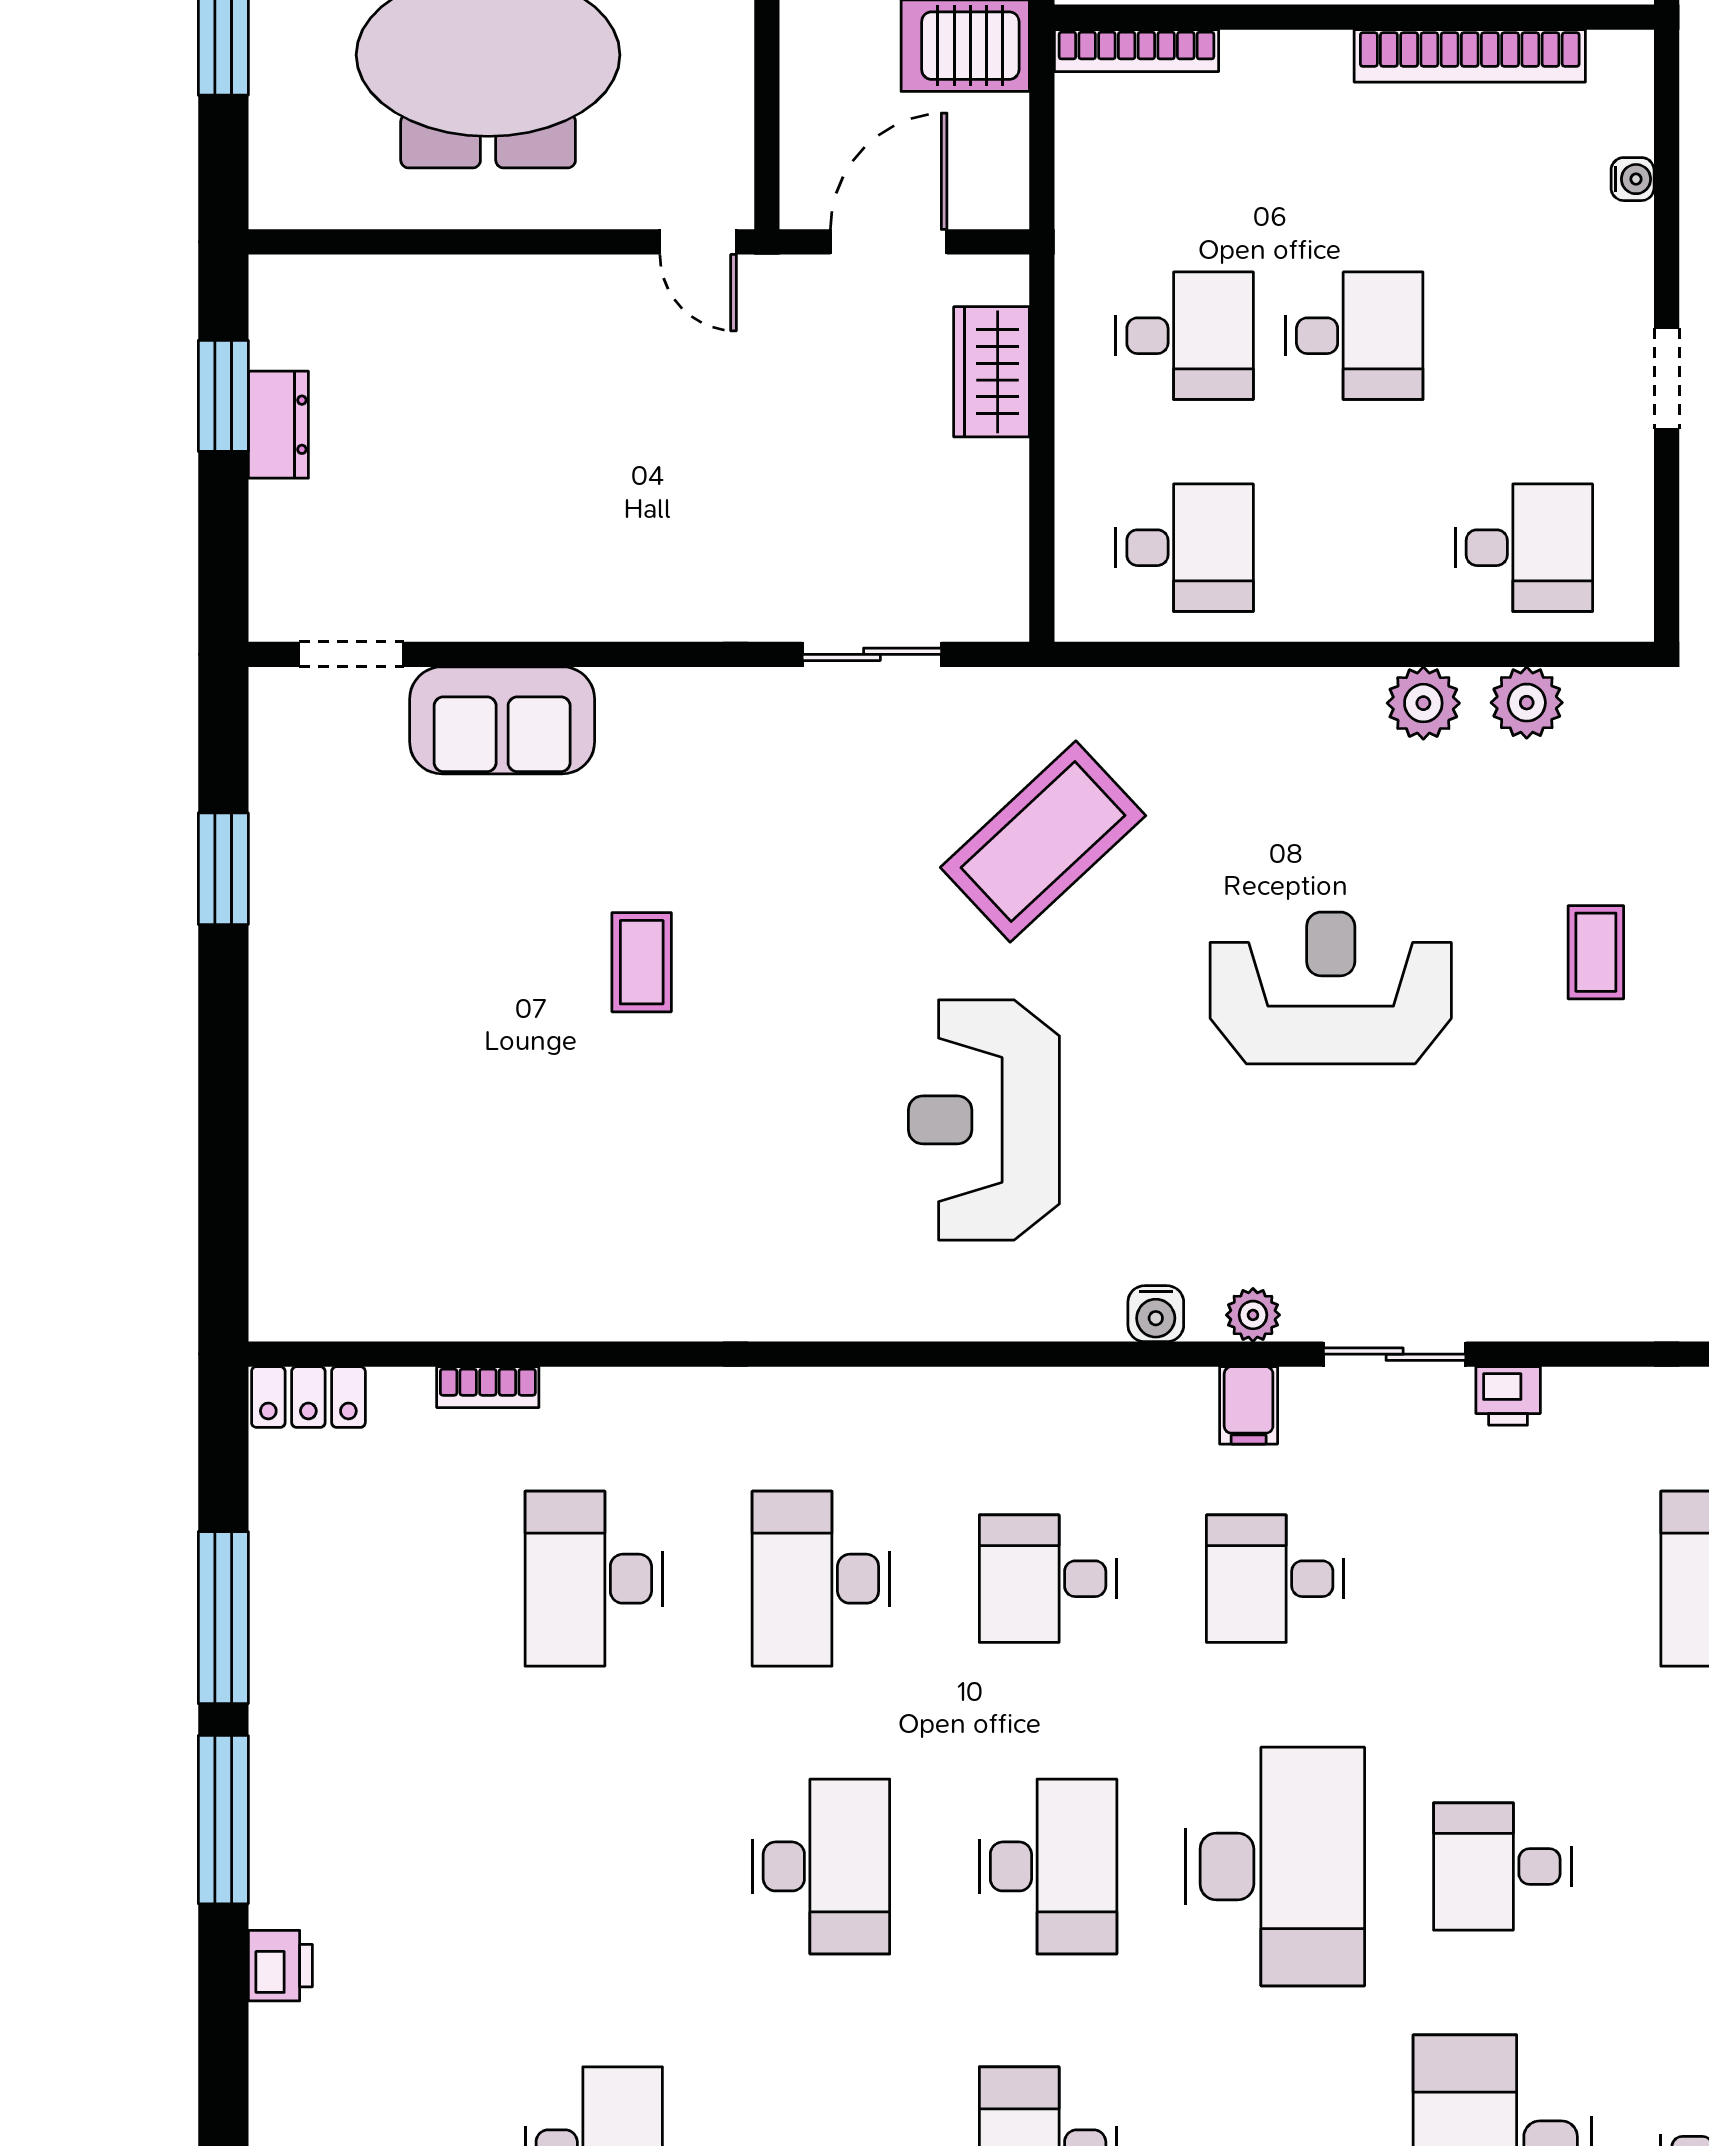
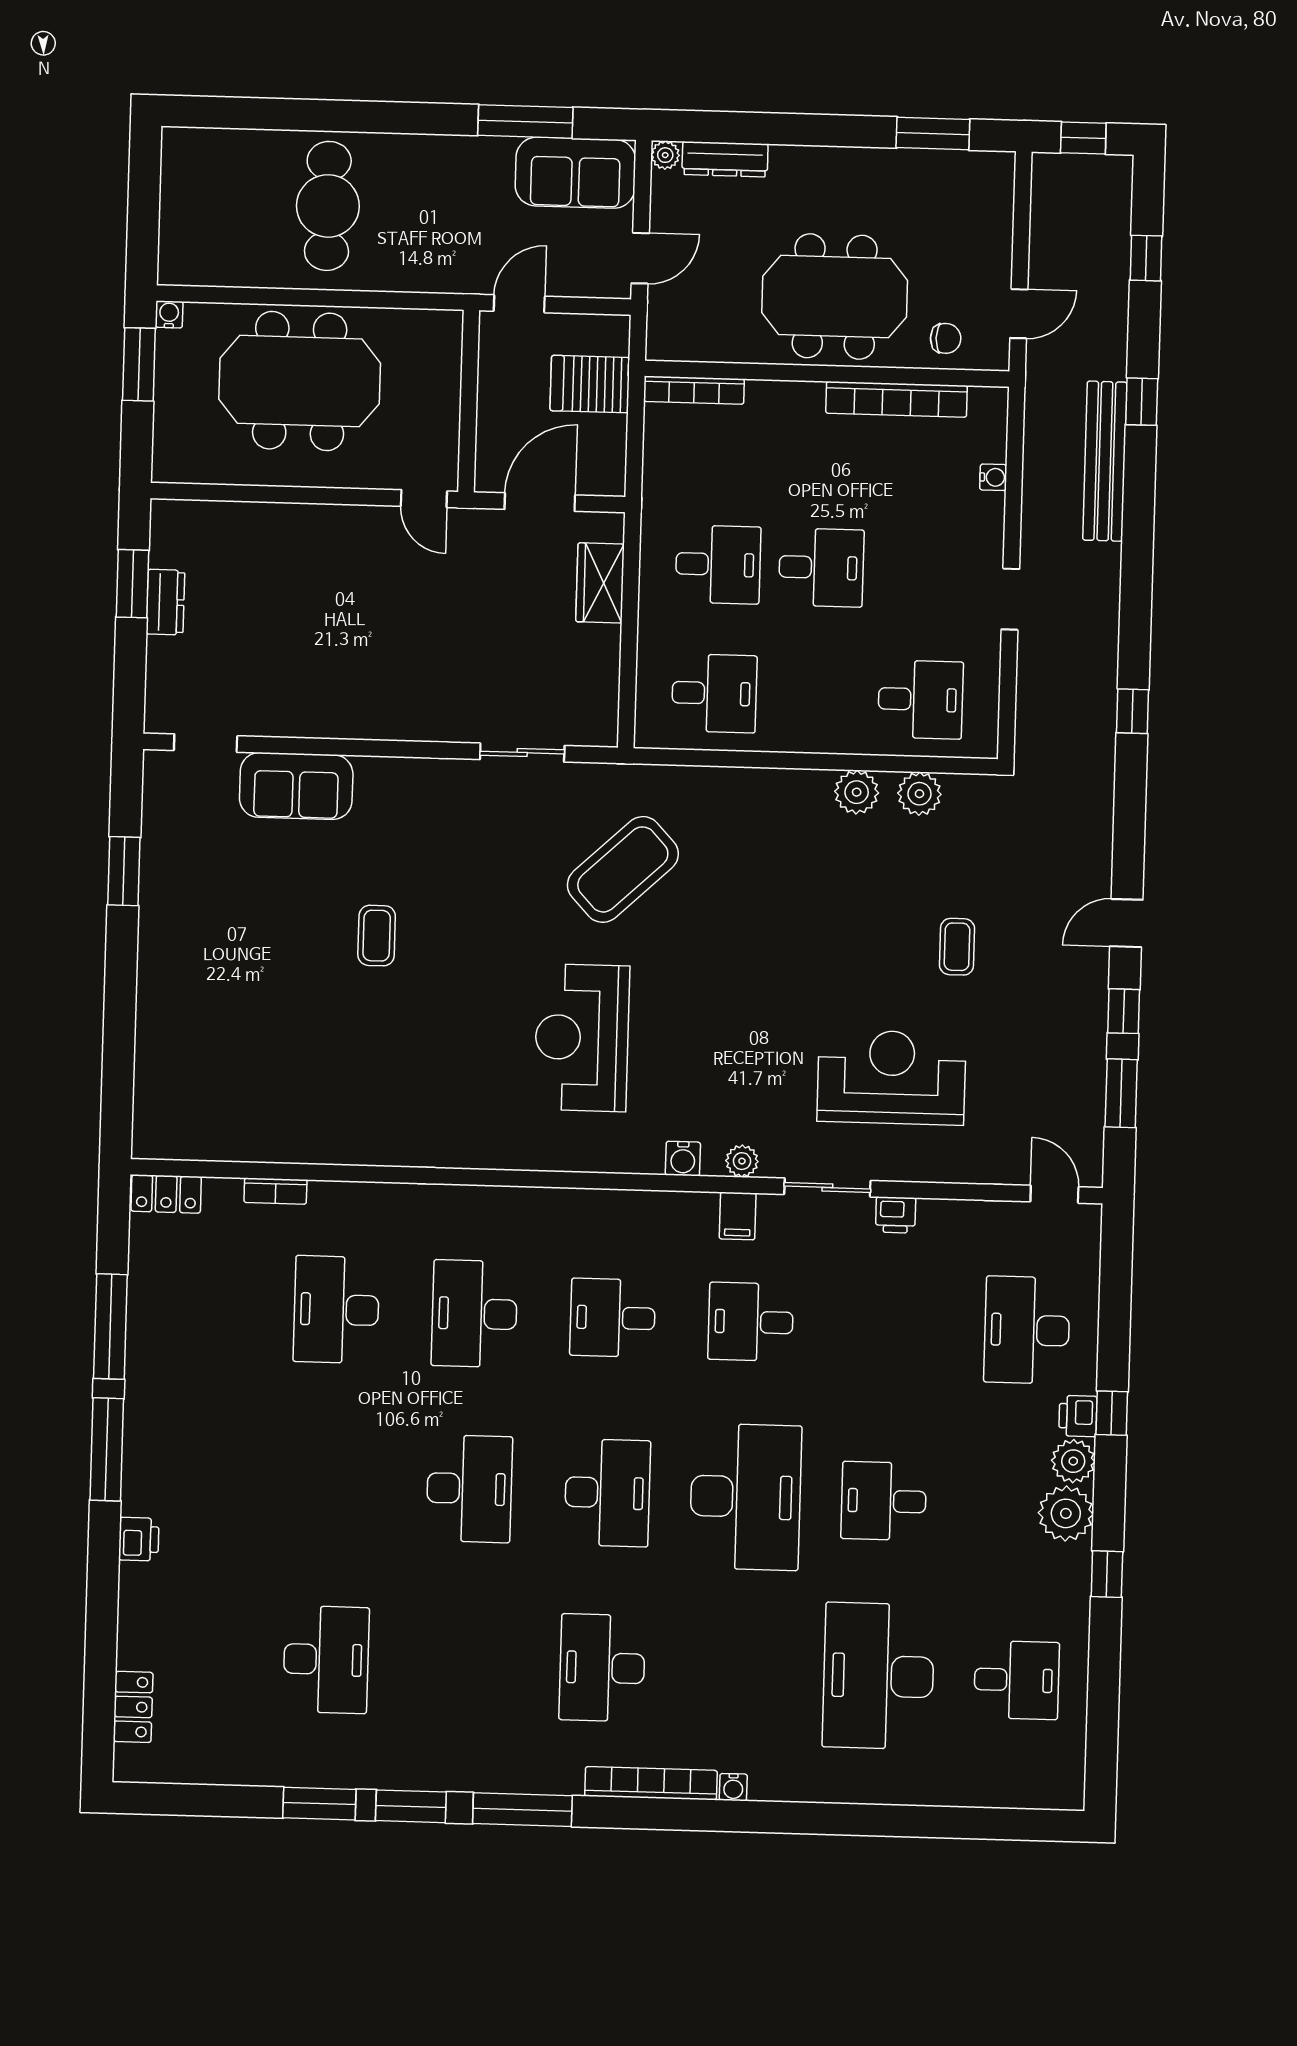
reception desk: (1331, 988) -> (891, 1077), moved

